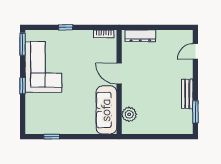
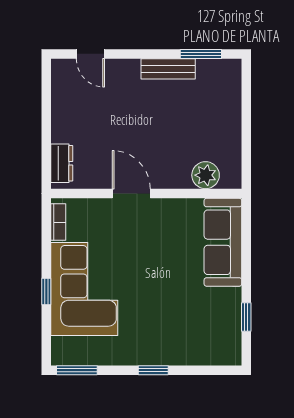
dresser: (140, 36) -> (62, 163), width x0.70
corner sofa: (43, 67) -> (84, 289), moved, turned 90
door: (119, 74) -> (131, 193), swing flipped
sofa: (106, 110) -> (223, 242), moved, turned 90

